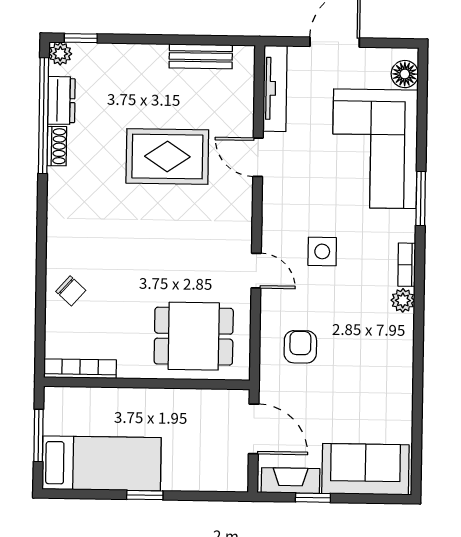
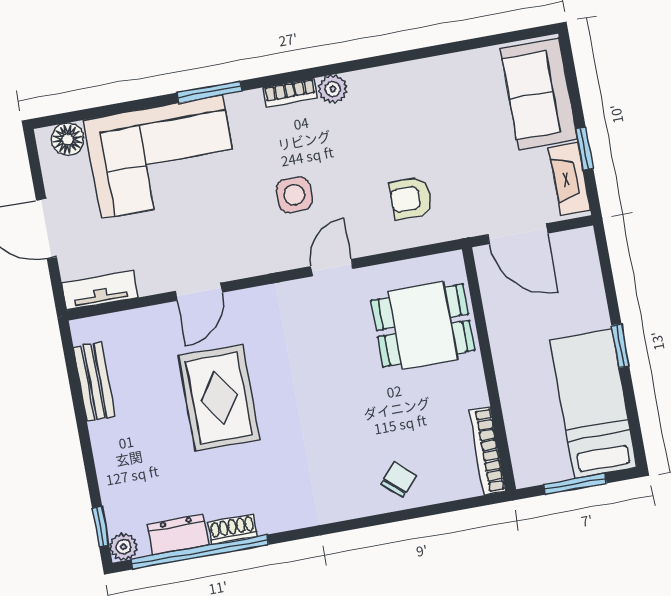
tv unit: (275, 88) -> (100, 290), width x0.71
dining table: (194, 336) -> (423, 325), turned 90
door: (254, 429) -> (518, 234), swing flipped

